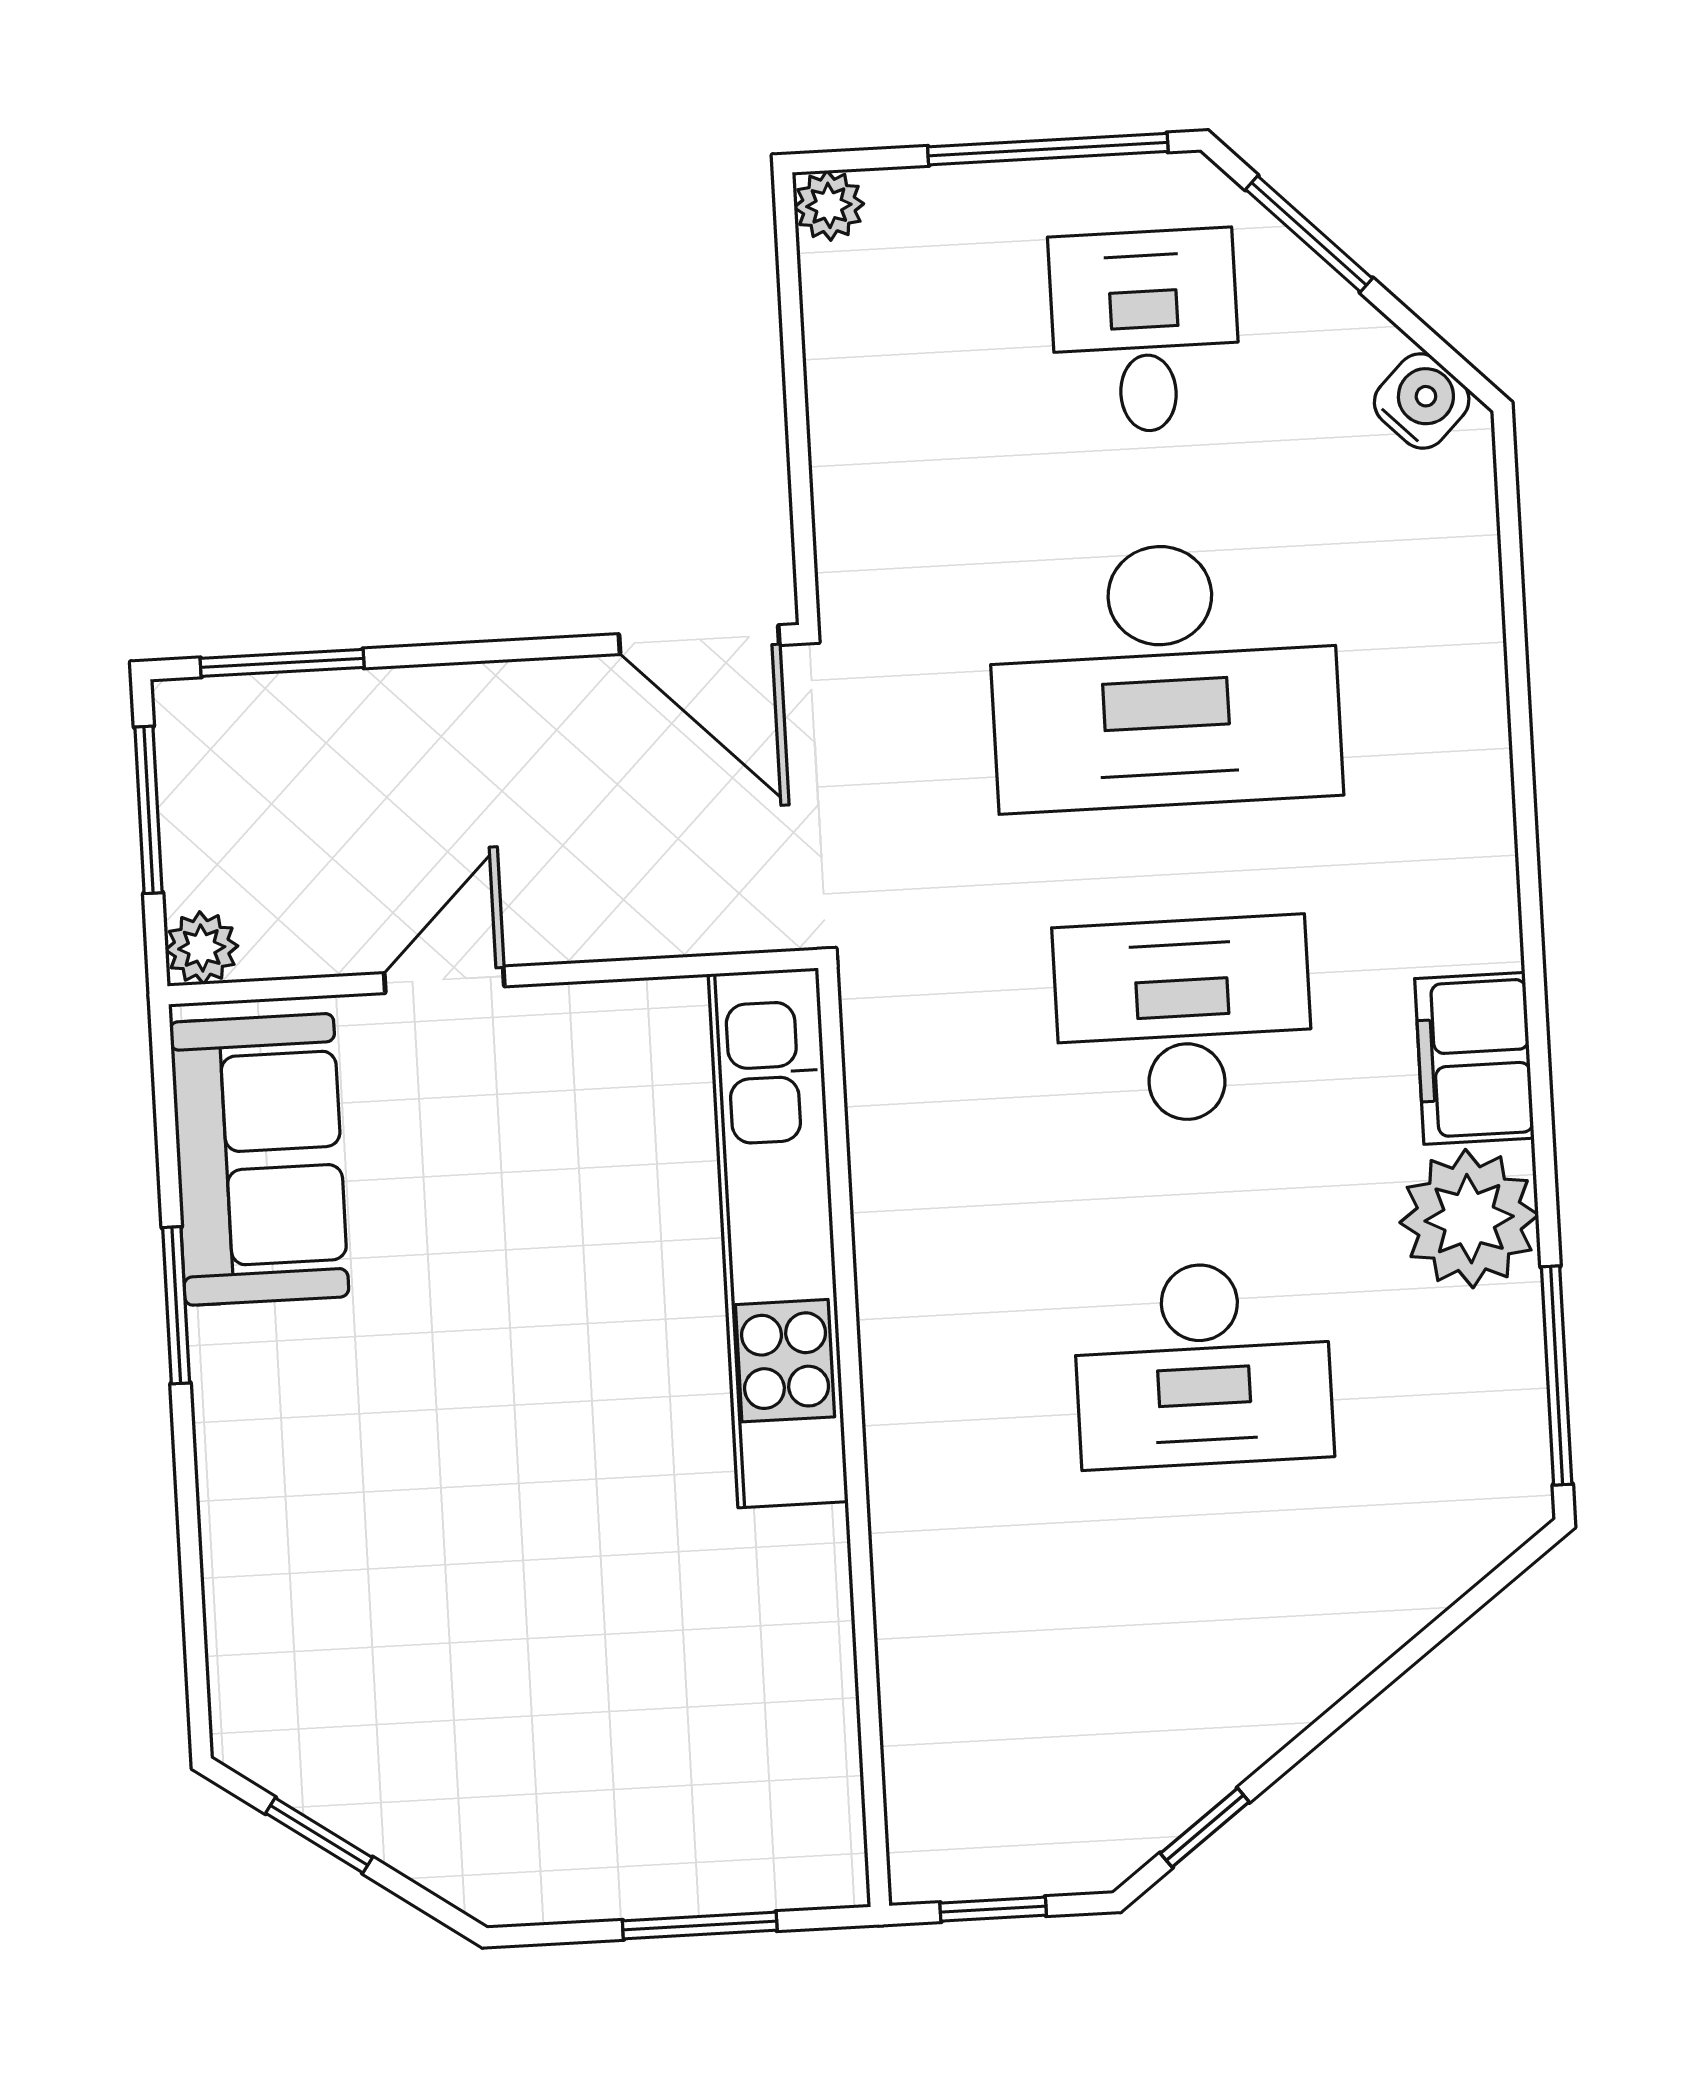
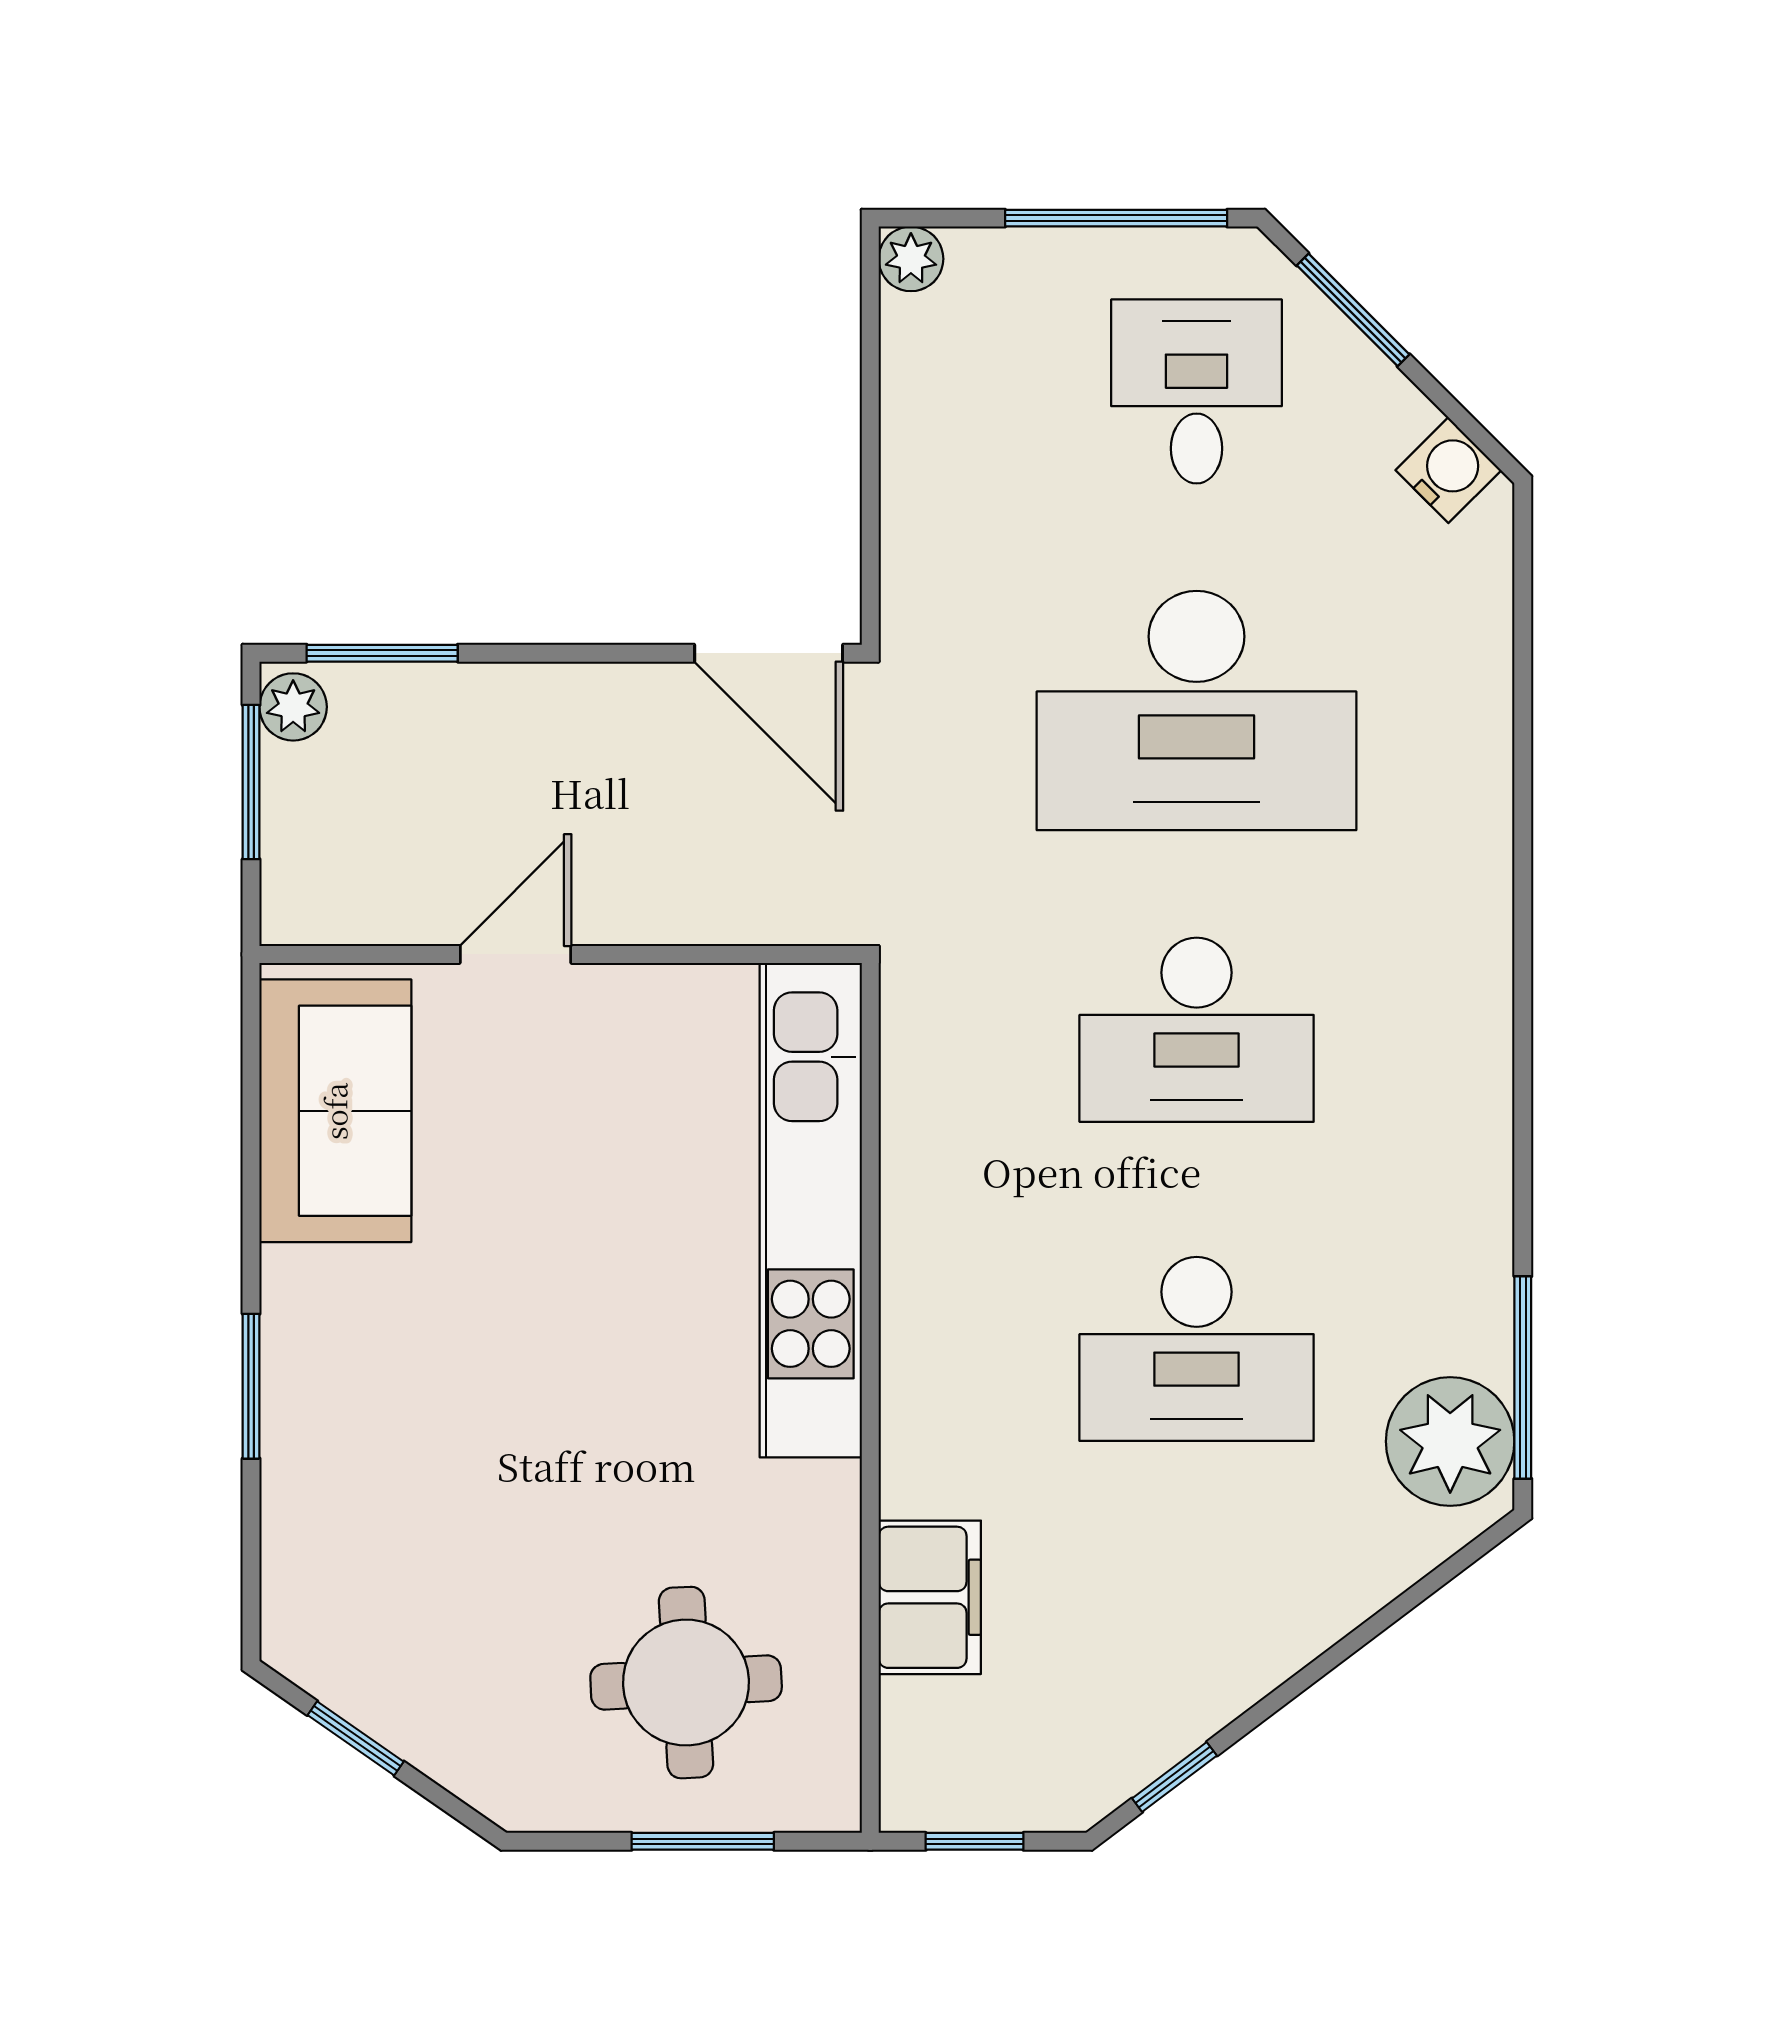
plant: (202, 948) -> (293, 707), moved
desk: (1184, 1020) -> (1197, 1030), turned 180
filing cabinet: (1474, 1058) -> (930, 1597), moved, turned 180
plant: (1469, 1219) -> (1450, 1441), moved
window: (176, 1305) -> (251, 1386), moved
round table: (672, 1755) -> (686, 1683), added

